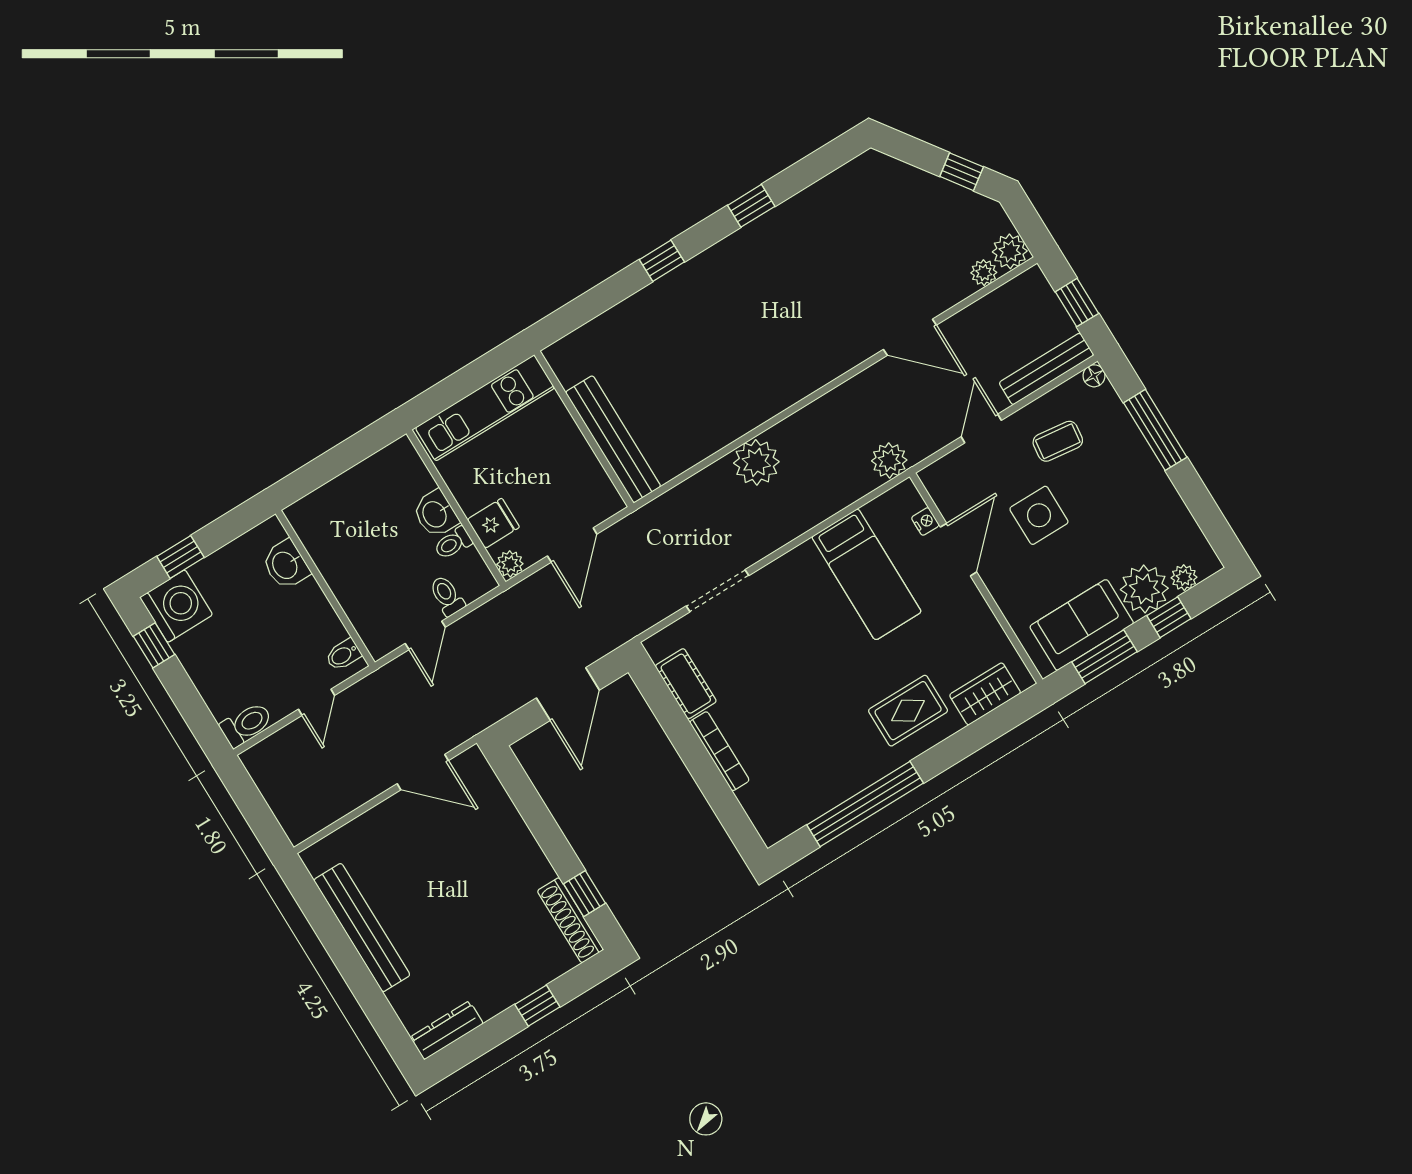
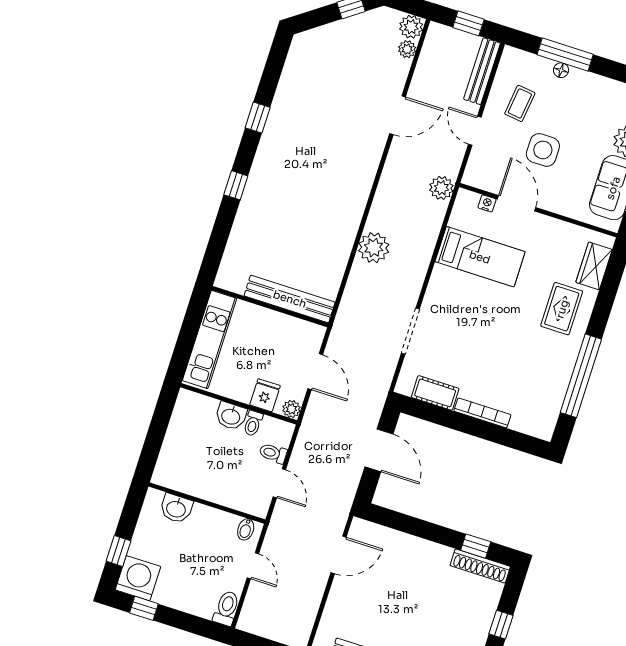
floor lamp: (1094, 376) -> (561, 70), moved

